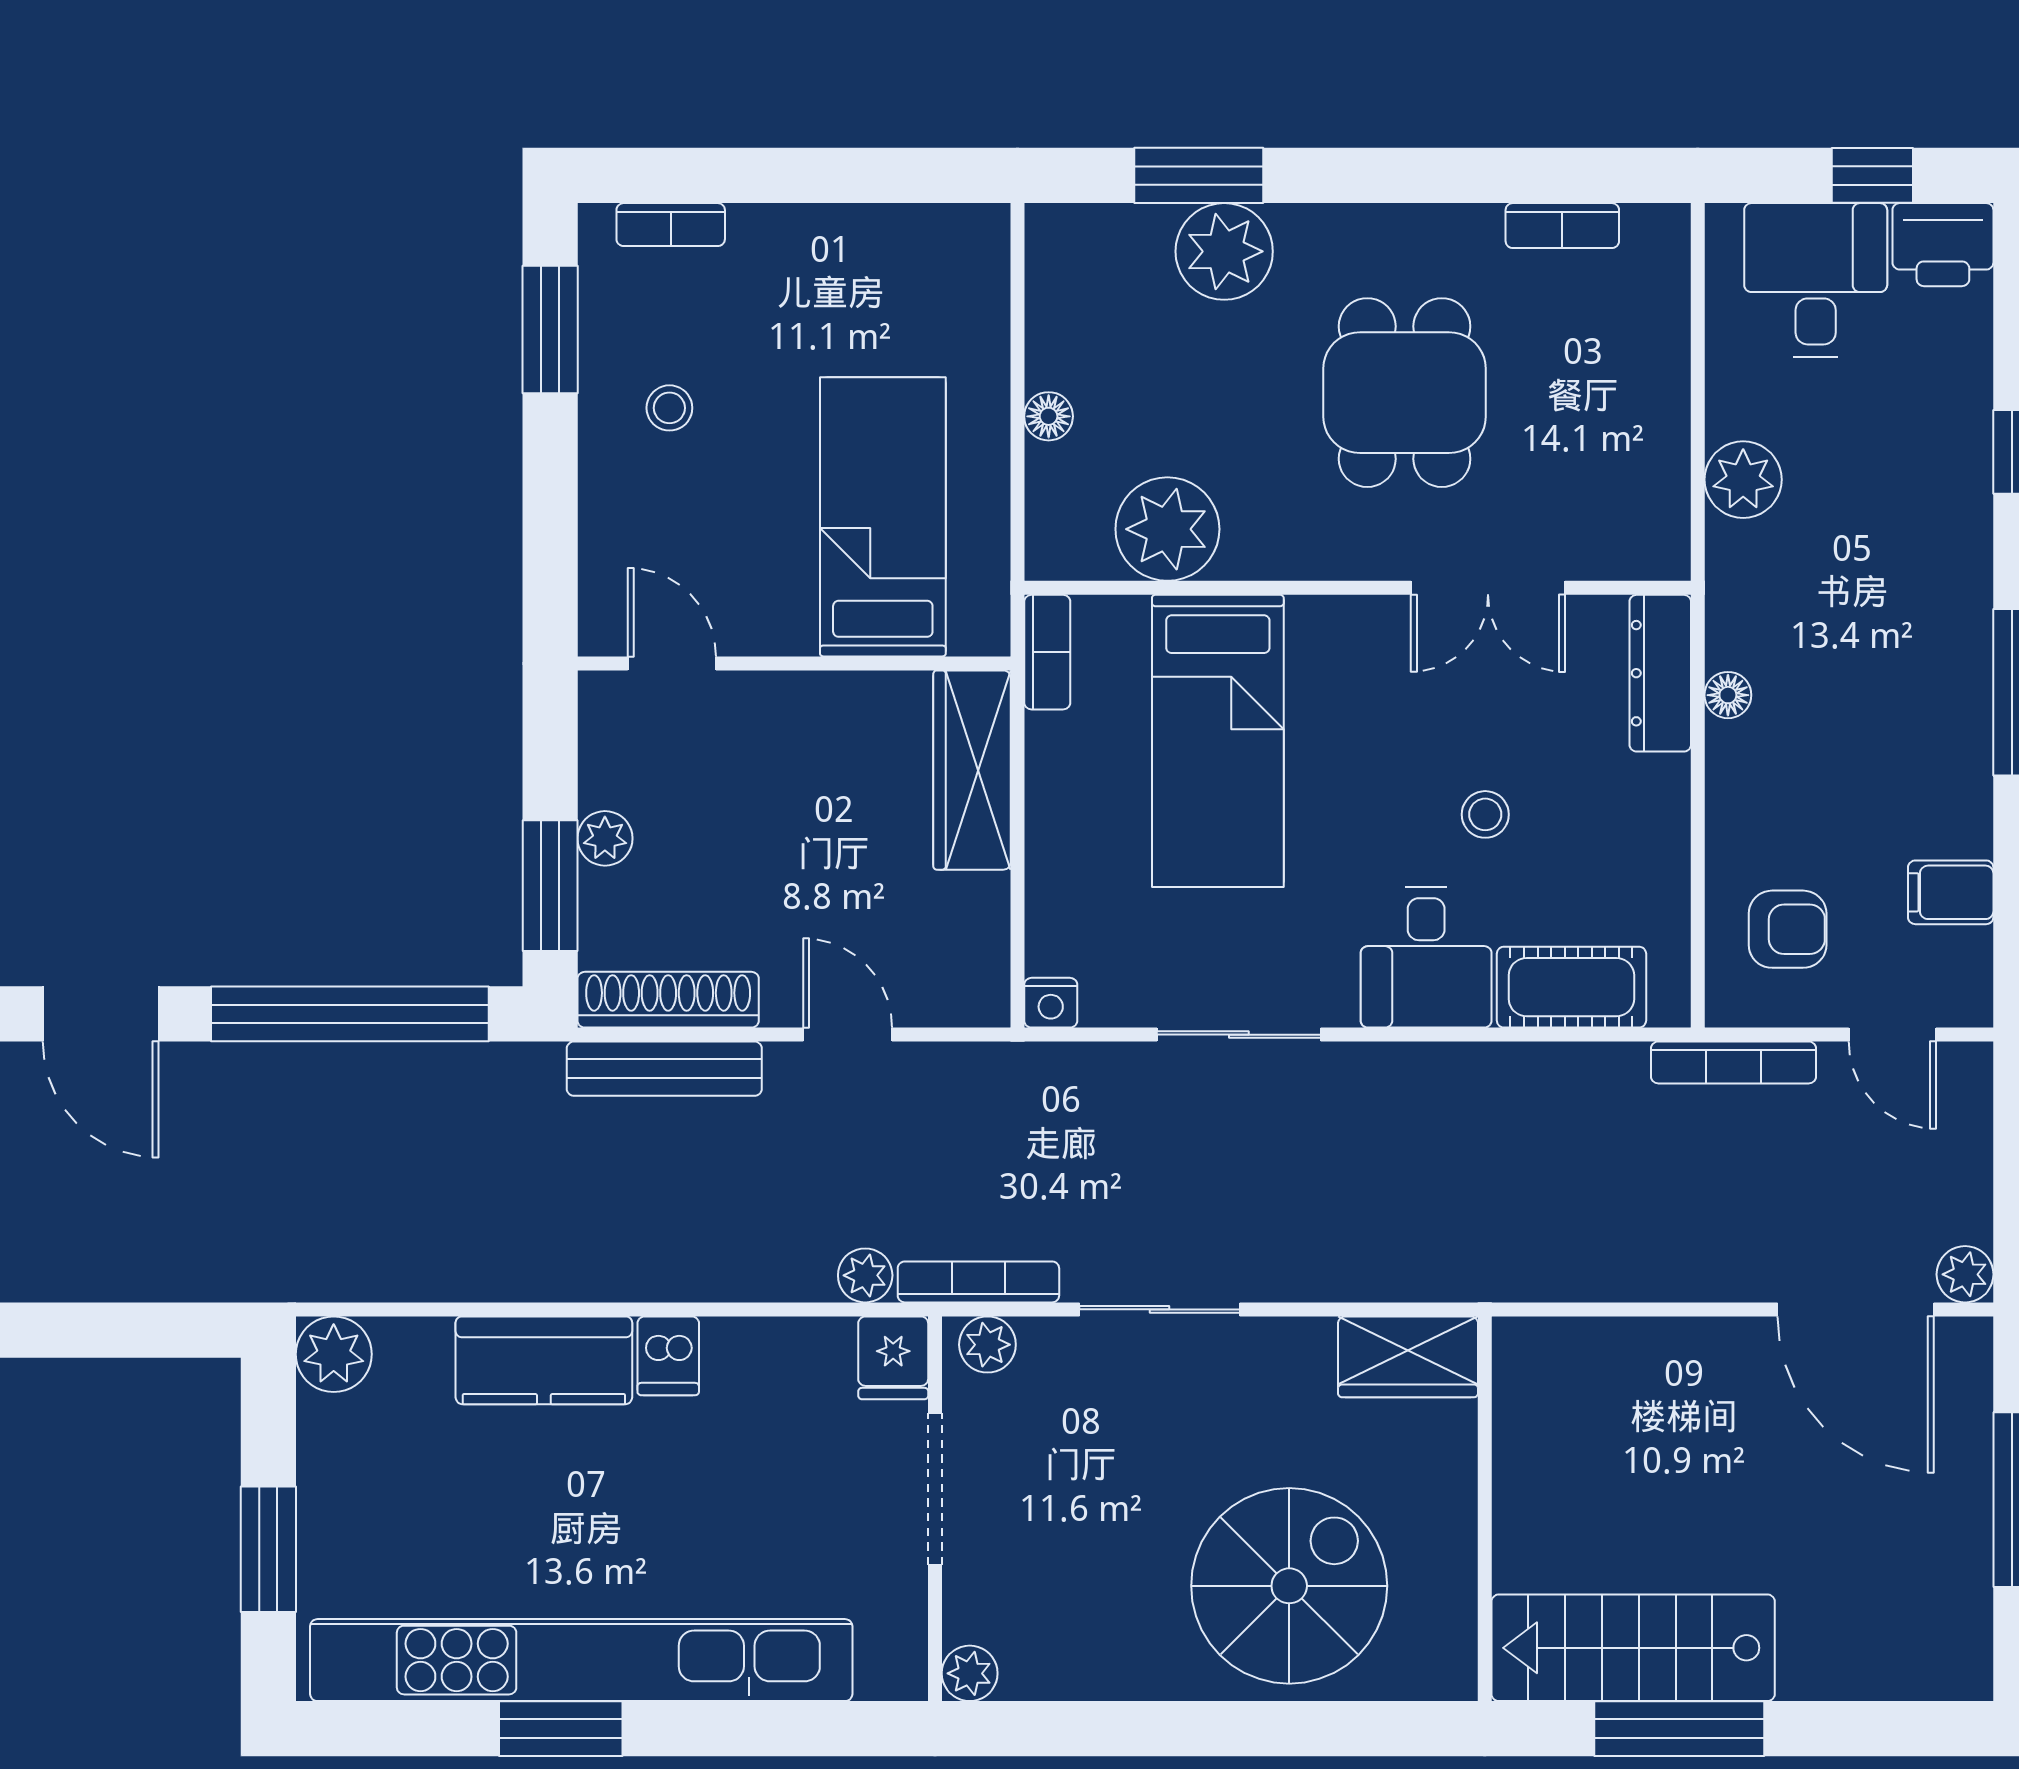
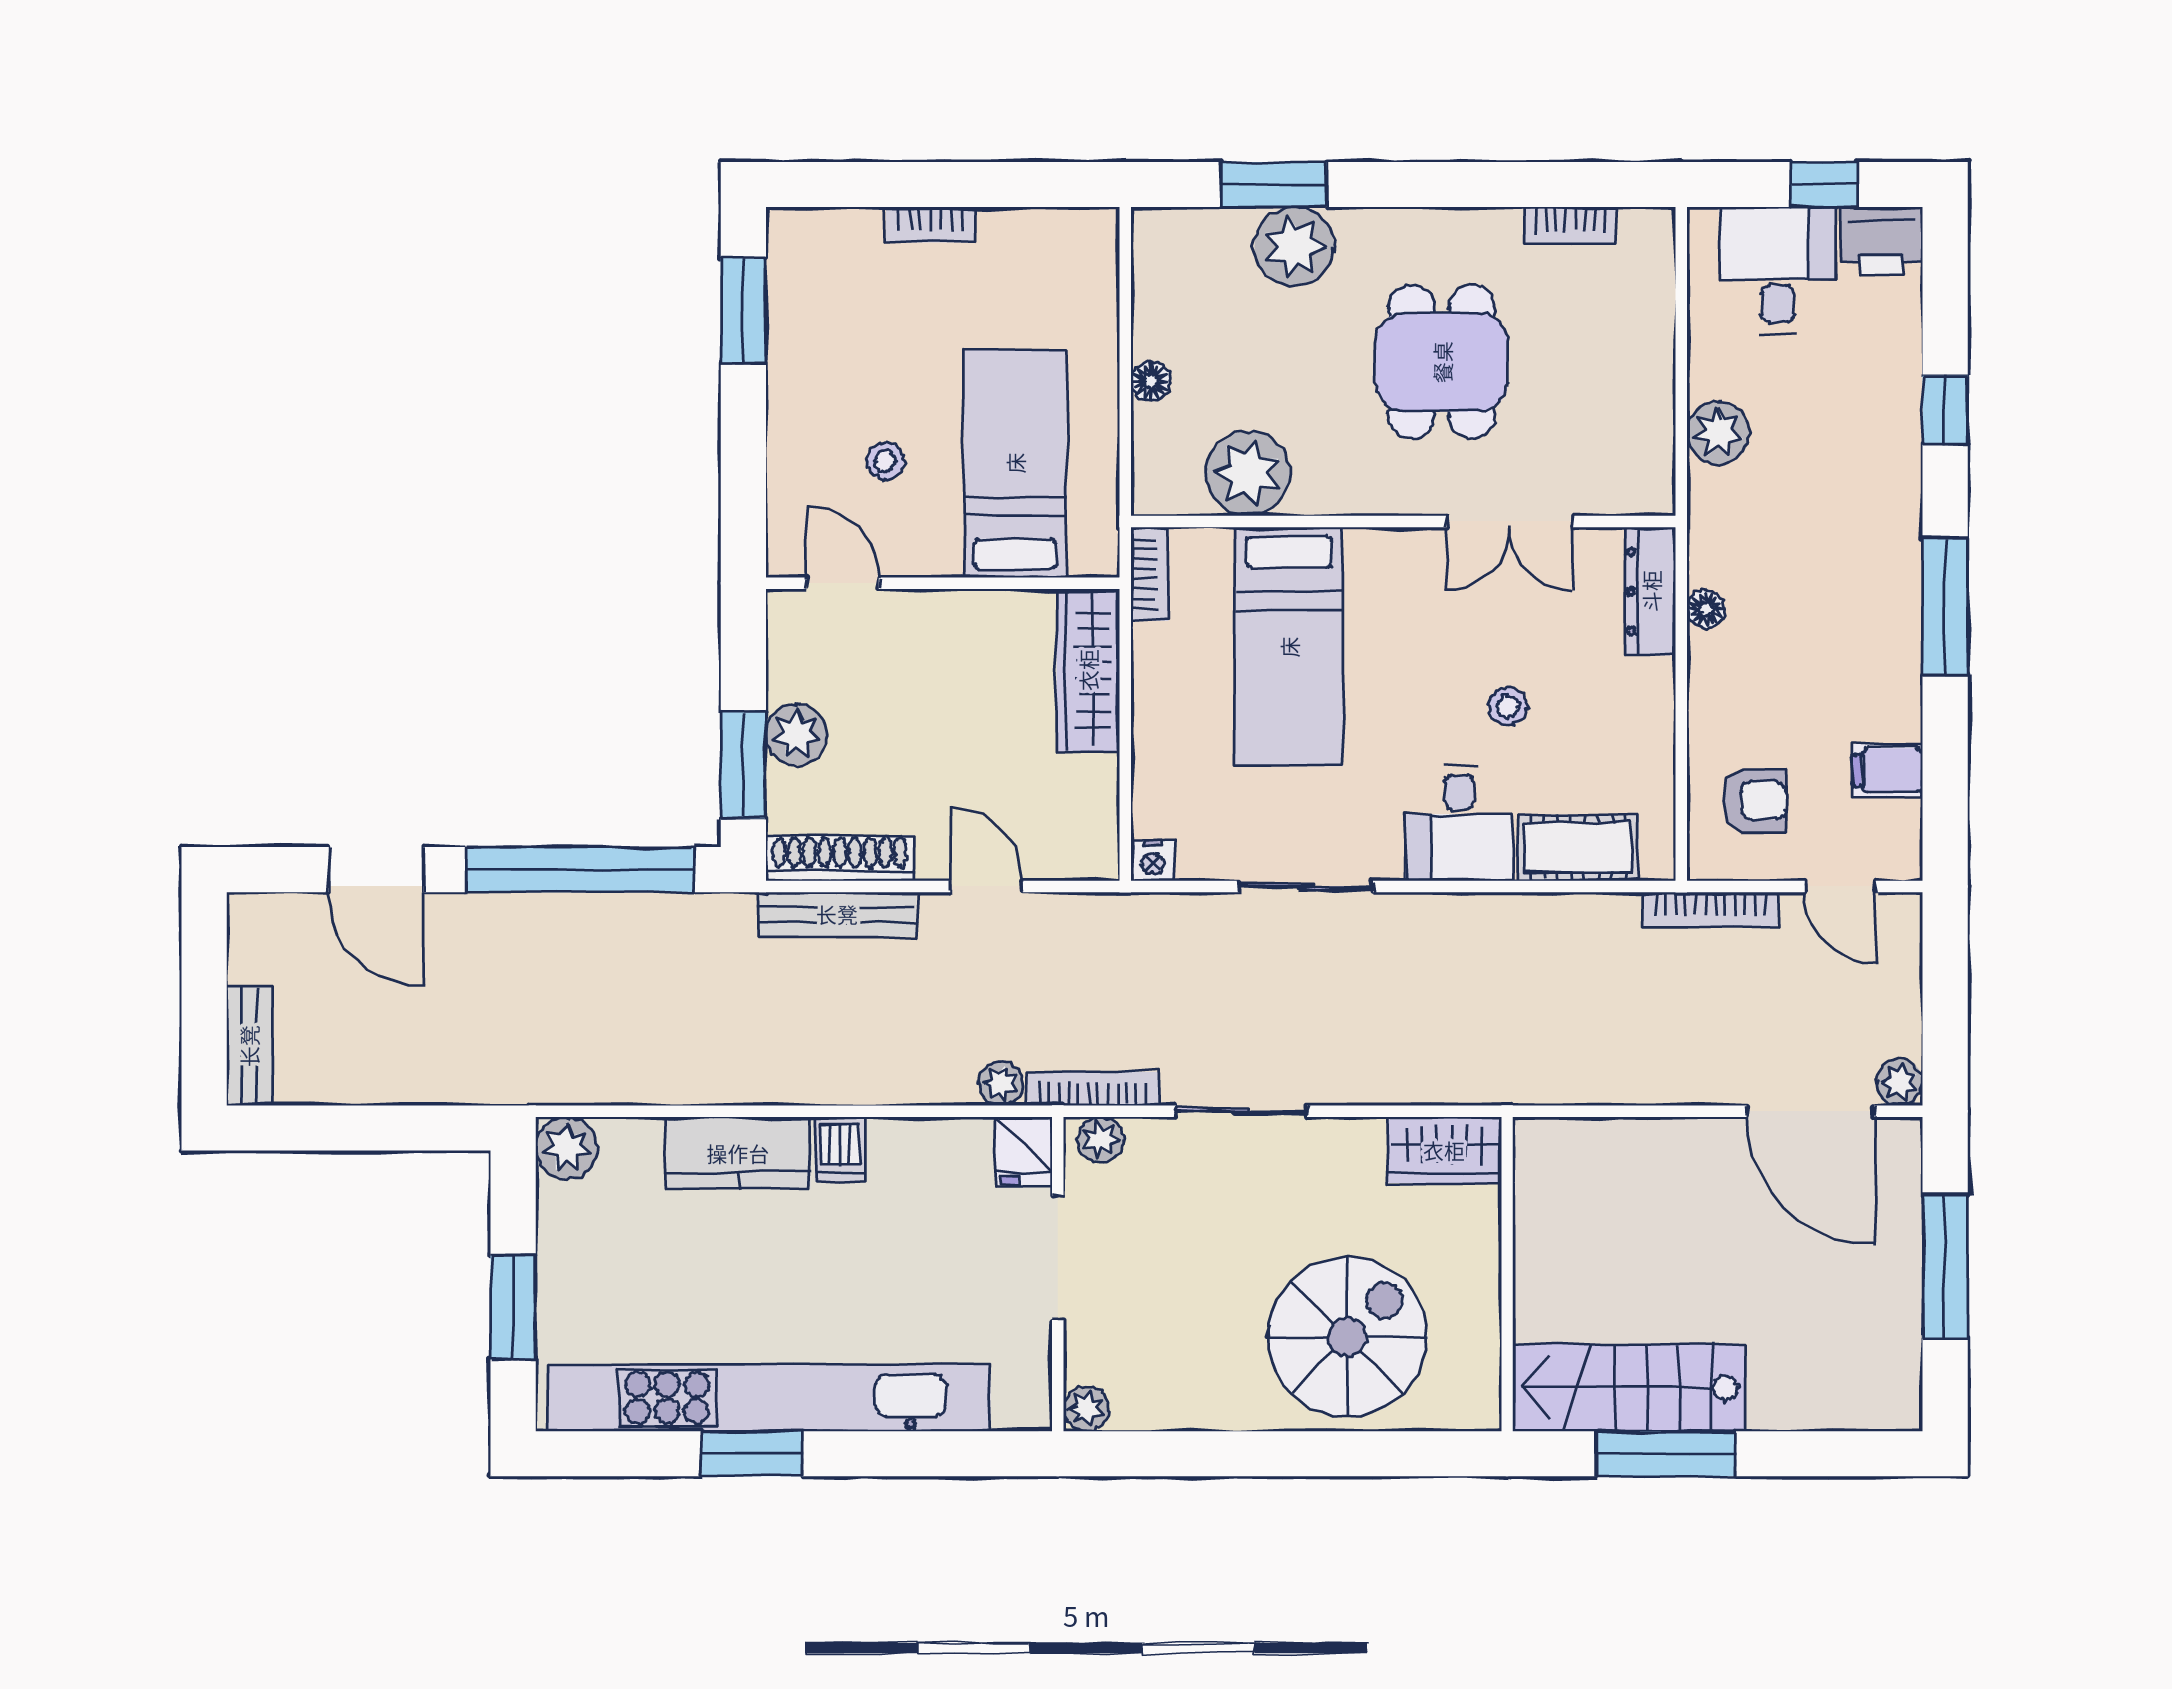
bookcase: (671, 225) -> (930, 225), moved
stool: (669, 408) -> (885, 461), moved
plant: (605, 838) -> (797, 735), width x1.38, depth x1.38

